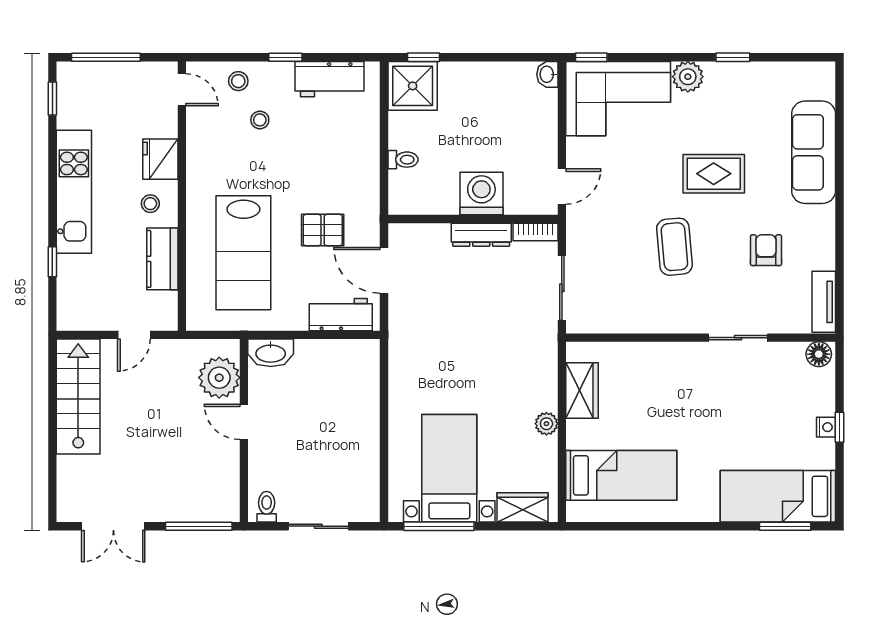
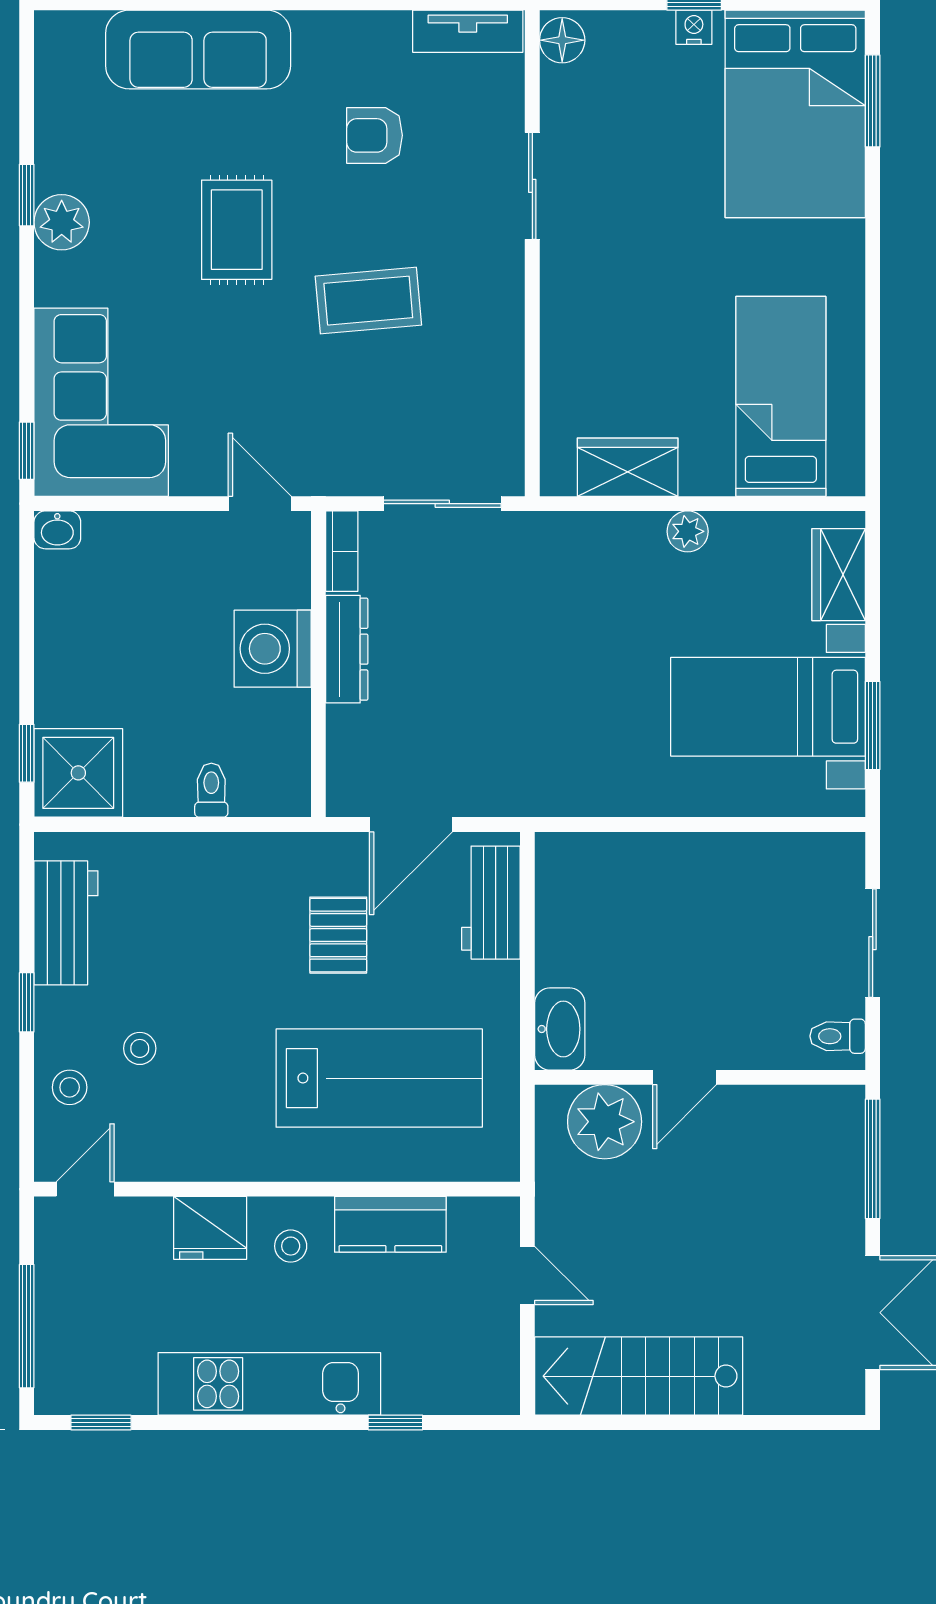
plant: (688, 77) -> (62, 222), moved
bed: (778, 496) -> (795, 114), width x1.50
window: (439, 526) -> (873, 726), width x0.69

